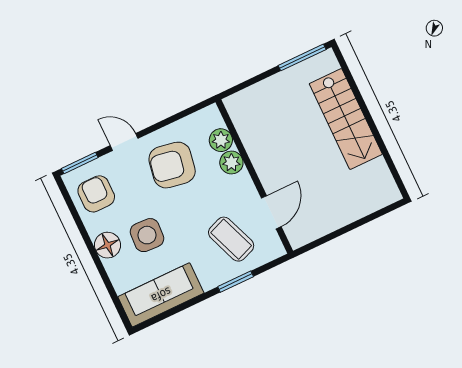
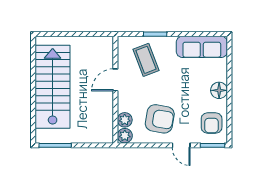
stairs: (346, 119) -> (53, 87), width x1.36, depth x1.51
plant: (231, 162) -> (125, 136), moved
door: (271, 212) -> (115, 80), moved
side table: (147, 235) -> (193, 85), removed

